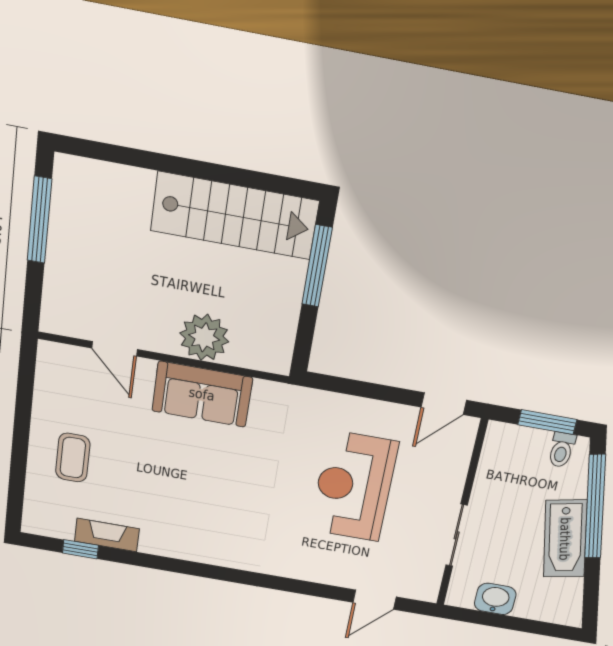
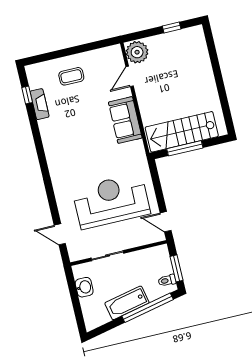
stairs: (235, 216) -> (182, 132), moved, turned 90
window: (39, 220) -> (172, 27), width x0.46
window: (317, 266) -> (185, 148), moved
plant: (204, 337) -> (137, 52), moved
reception desk: (354, 486) -> (111, 201), width x1.36, depth x1.30

